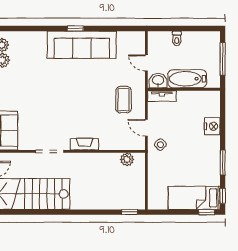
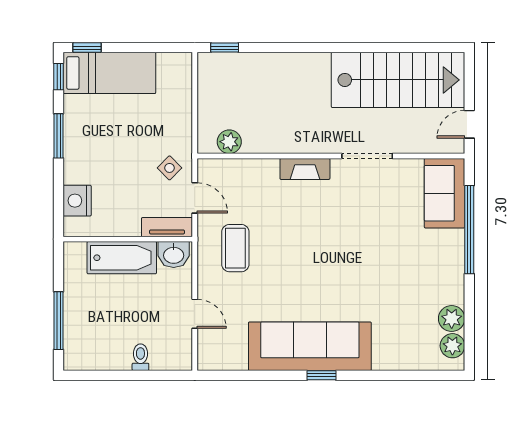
bathtub: (187, 79) -> (122, 258), moved
washbasin: (158, 81) -> (174, 255), moved
wall: (184, 89) -> (128, 239), moved
tv unit: (162, 96) -> (167, 227), moved

